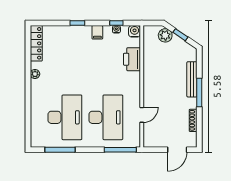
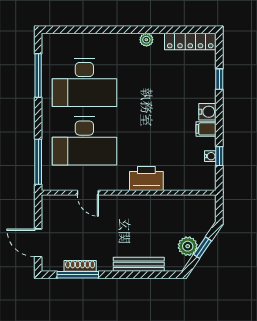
window: (77, 23) -> (219, 79), moved
water cooler: (135, 31) -> (207, 112), moved
plant: (165, 35) -> (188, 246), moved
printer: (132, 59) -> (146, 178), moved
window: (199, 92) -> (78, 275), moved

